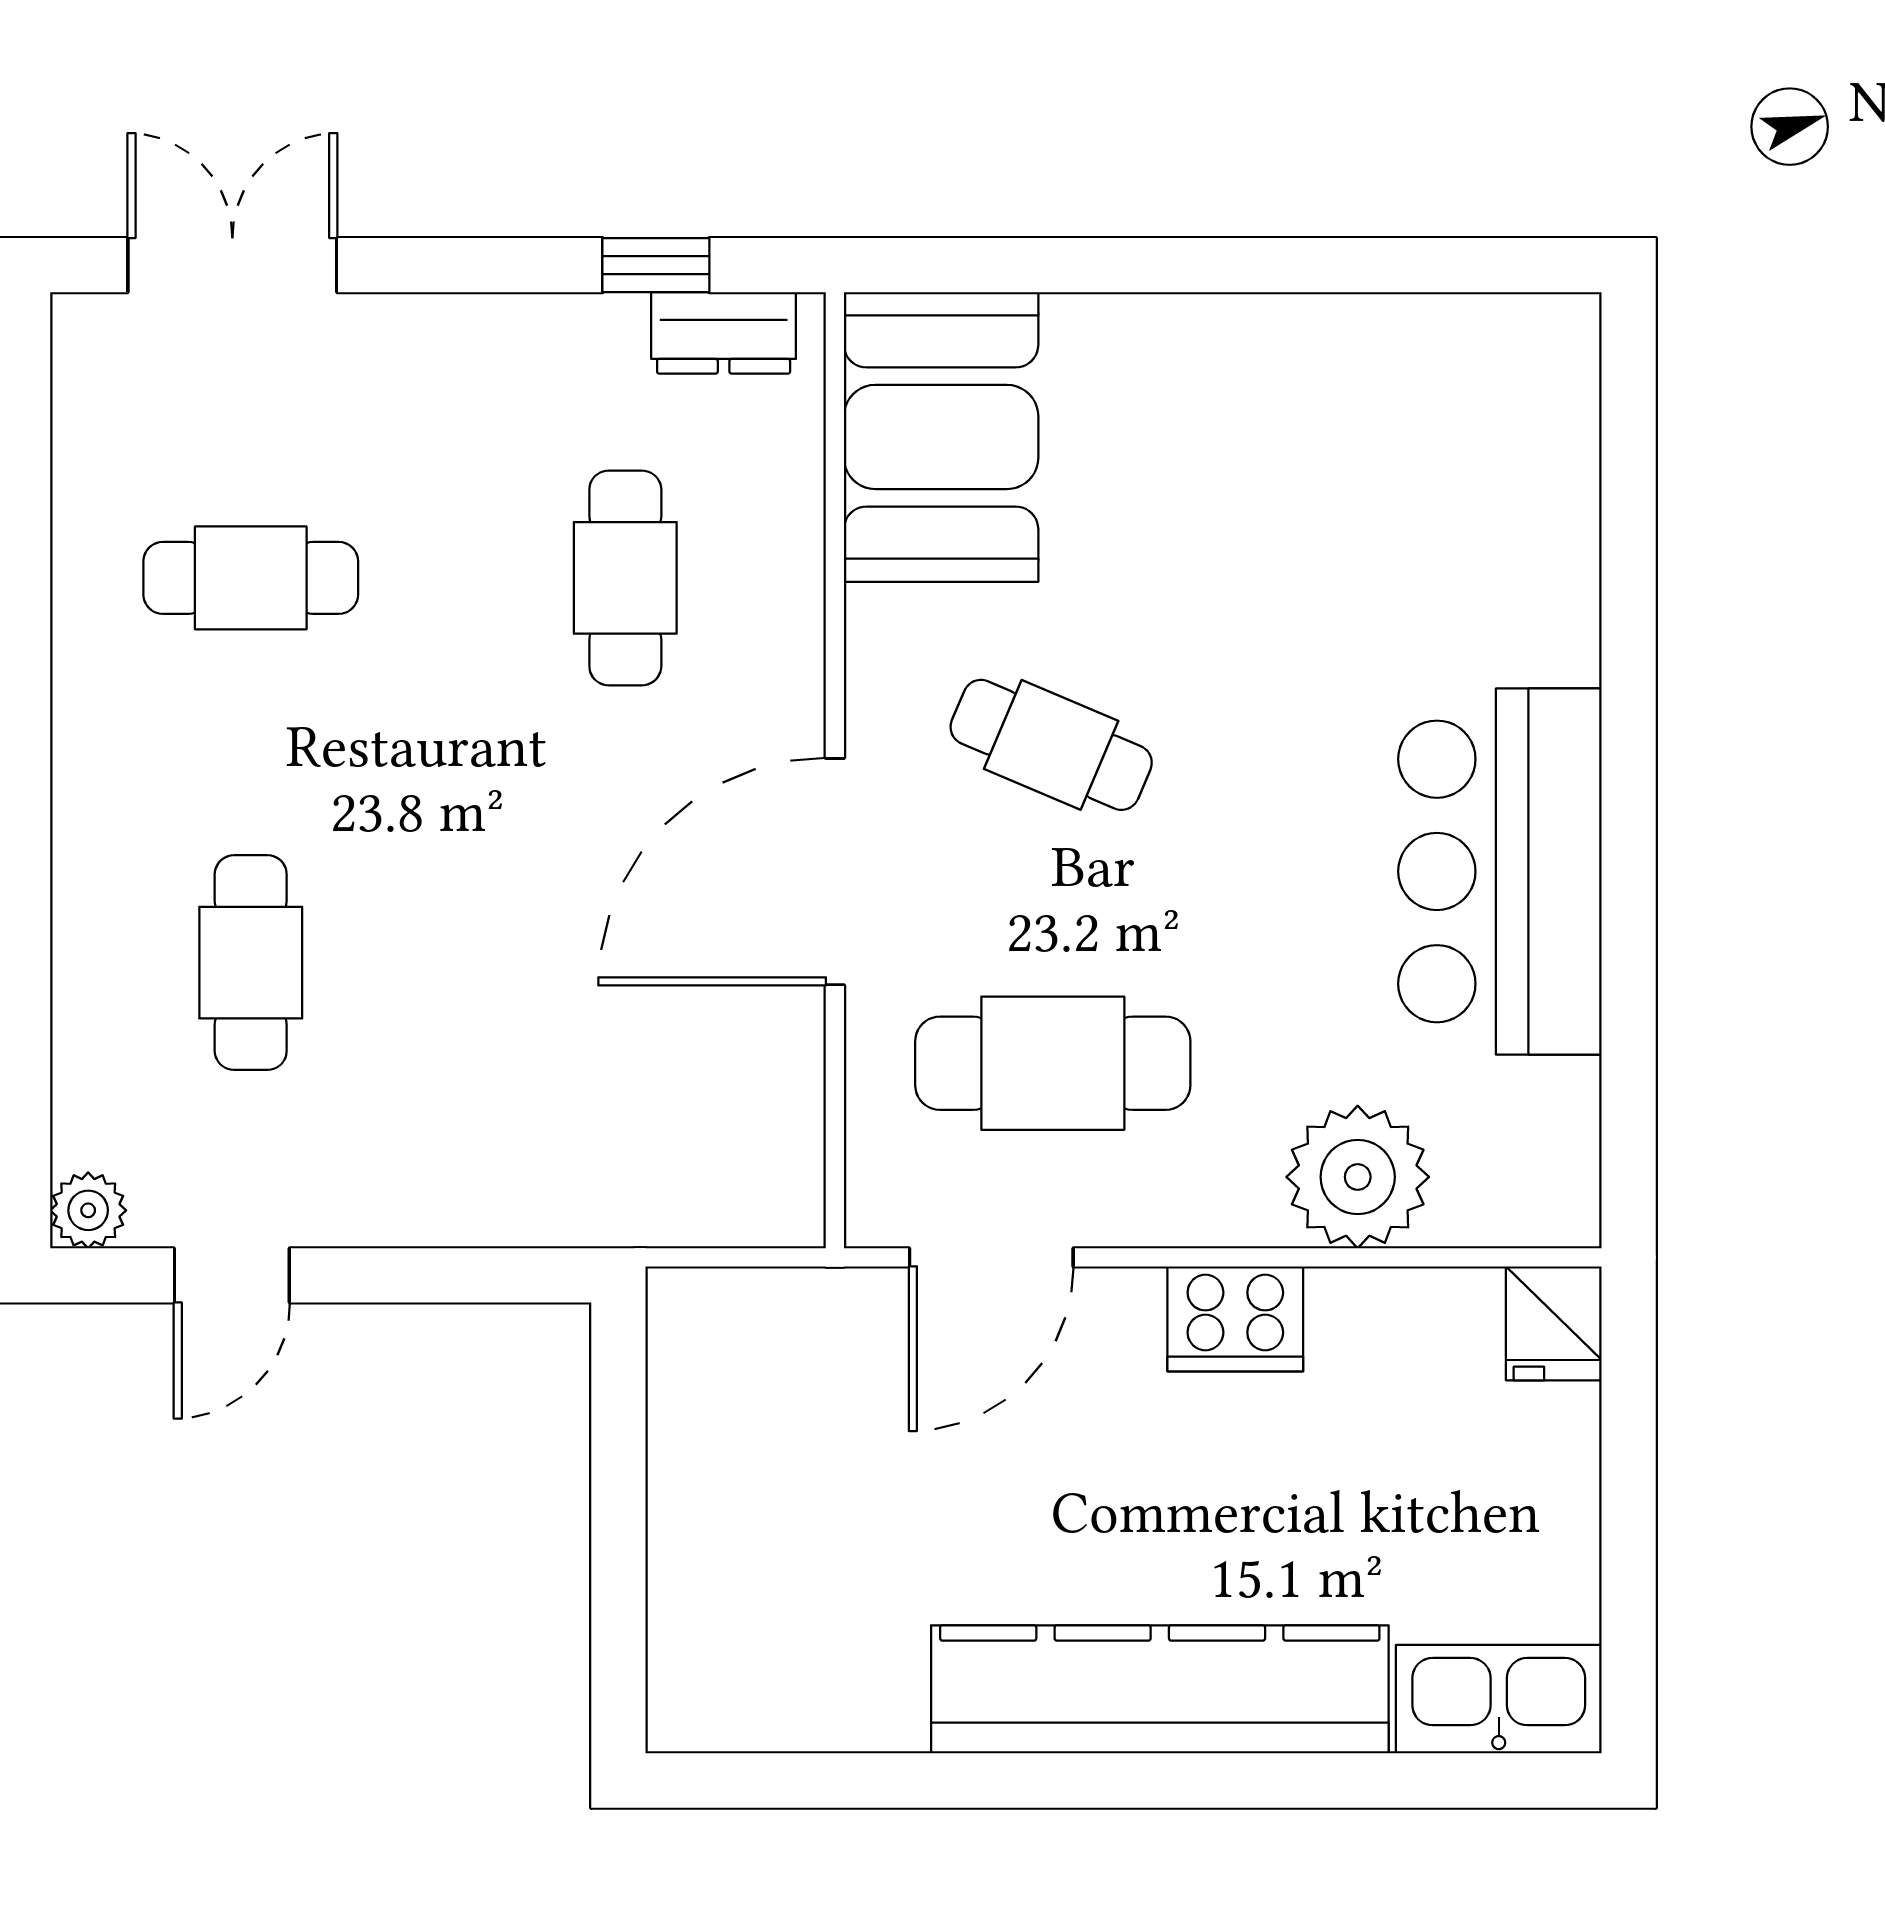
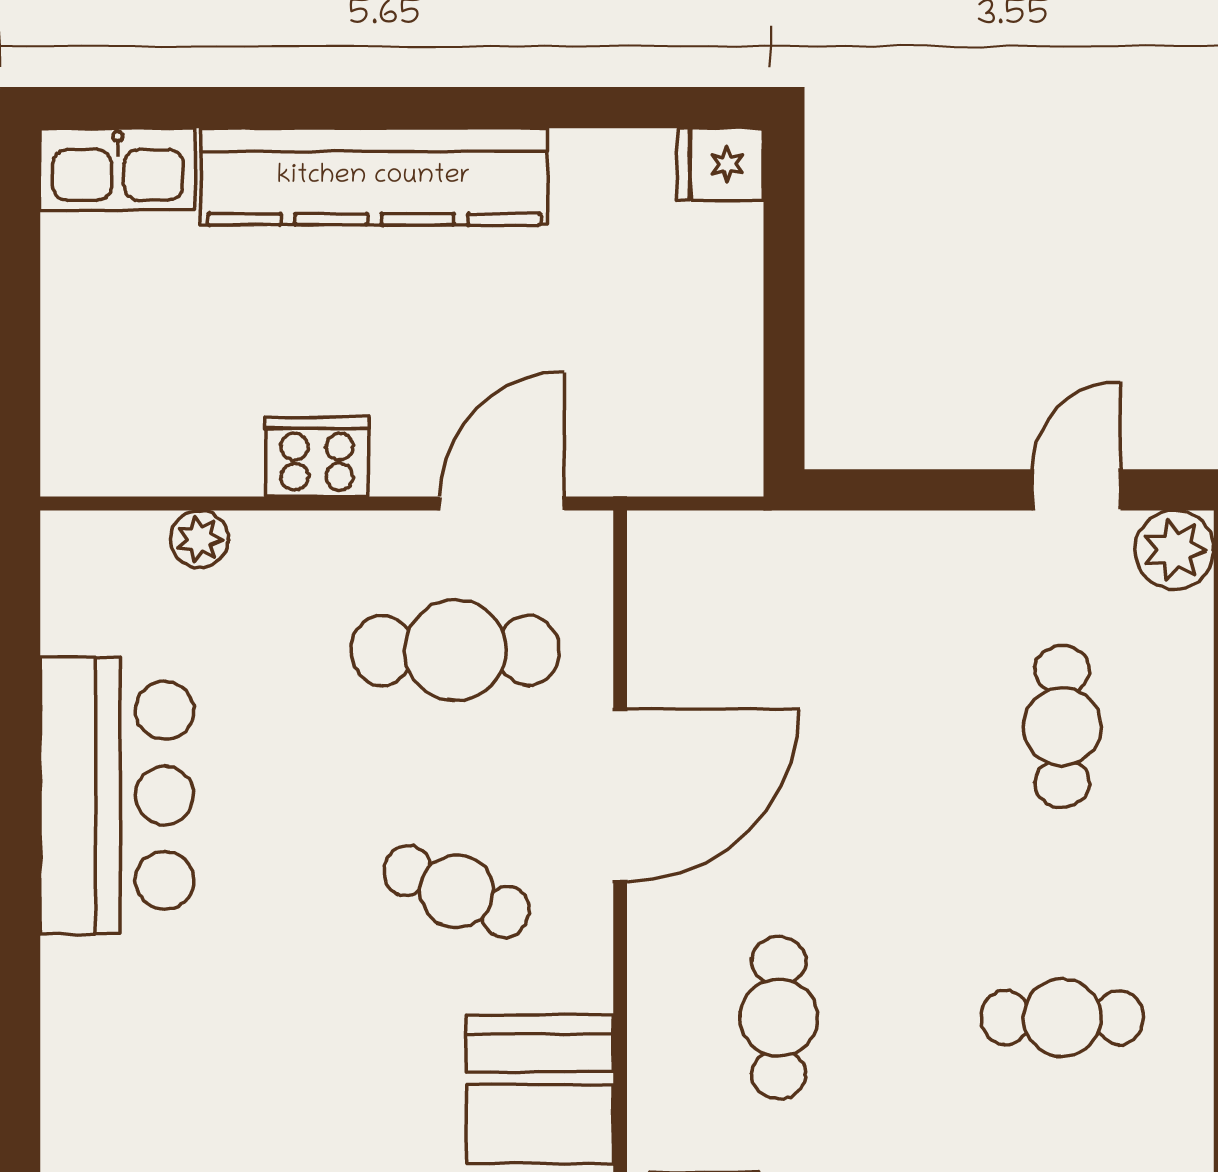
plant: (1358, 1177) -> (199, 539), width x0.53, depth x0.53
plant: (88, 1210) -> (1174, 550), width x1.38, depth x1.38
fridge: (1554, 1323) -> (720, 164), moved, turned -90

